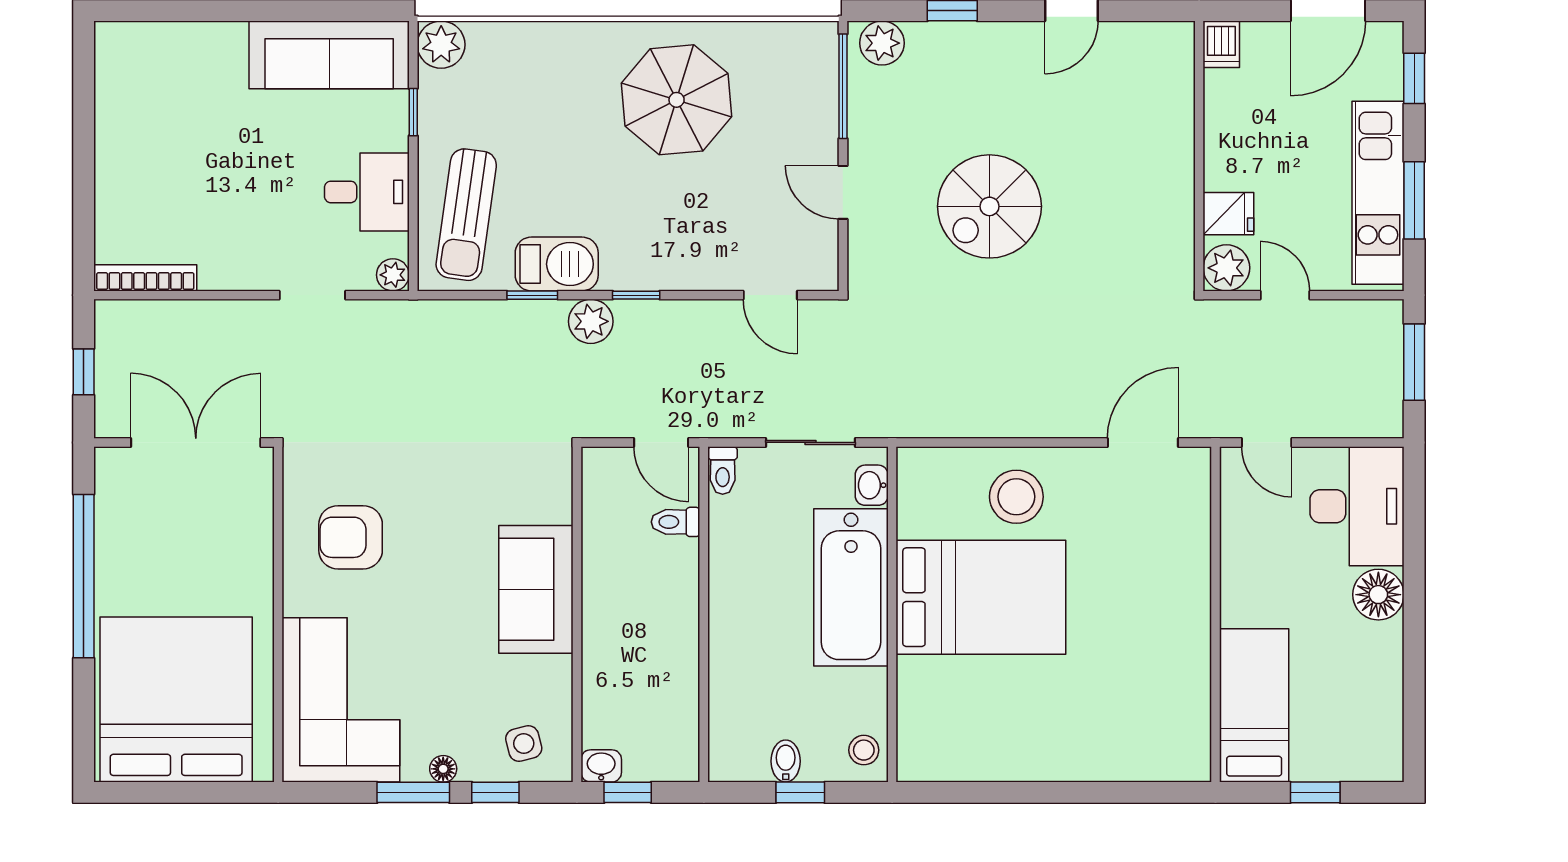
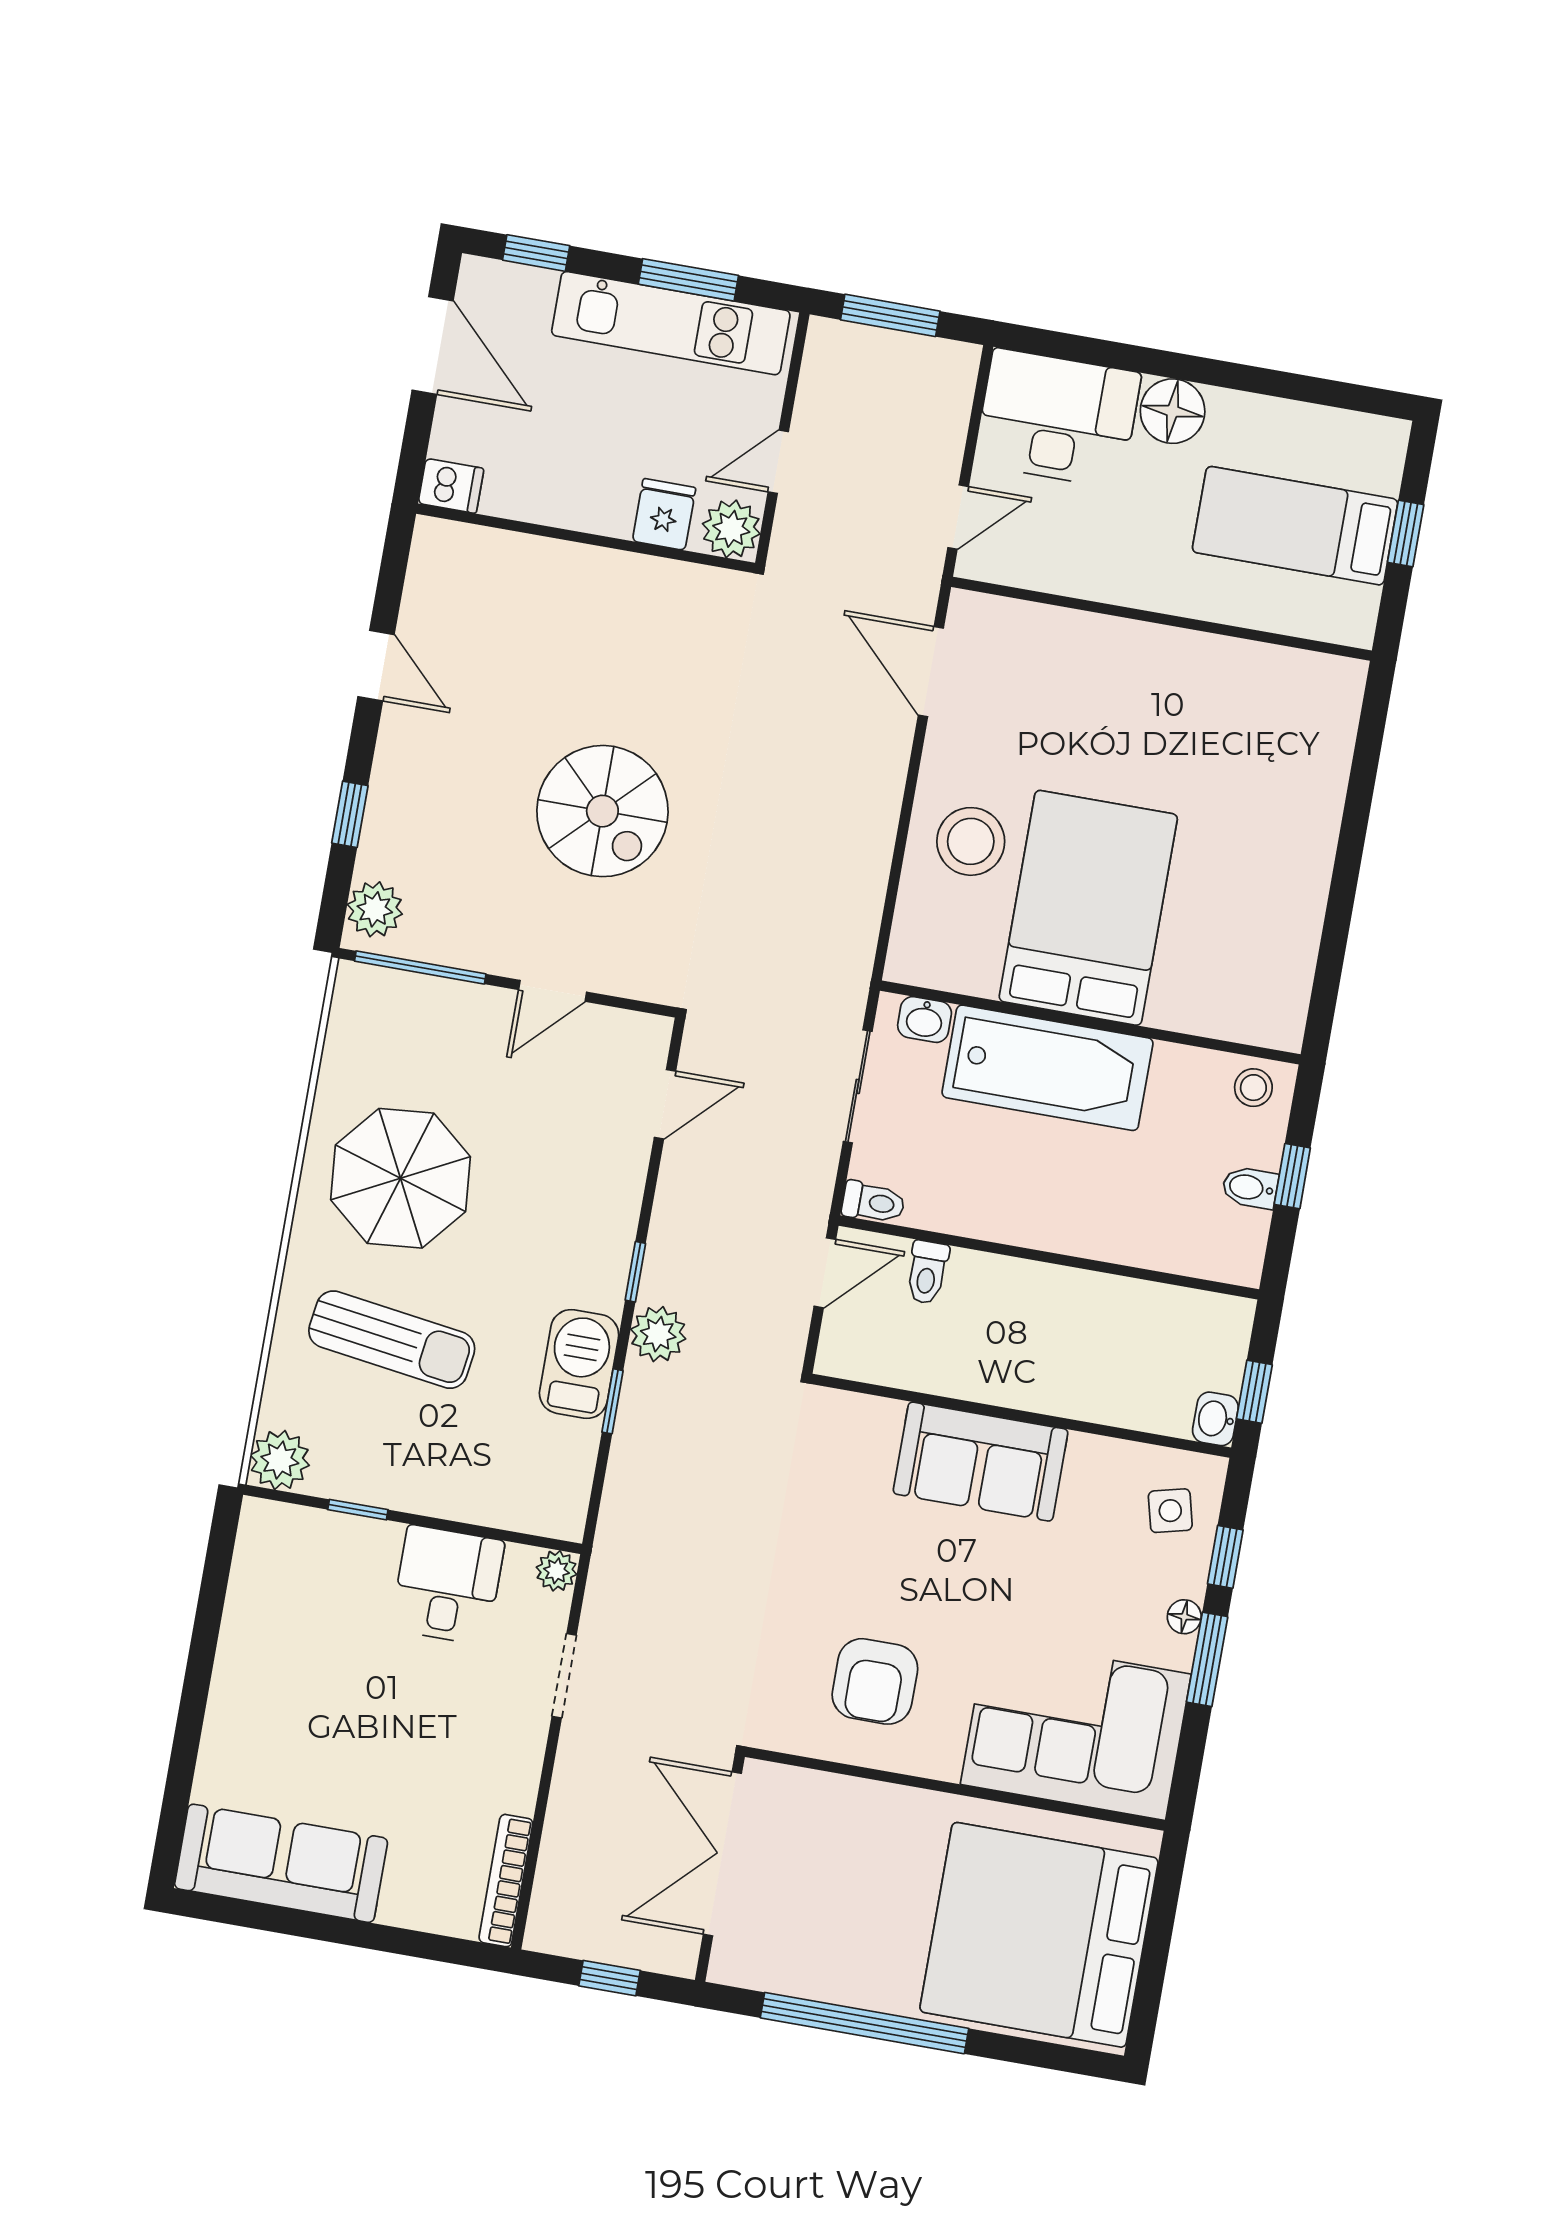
sofa: (329, 55) -> (281, 1863), moved, turned -90
sun lounger: (466, 215) -> (392, 1340), moved
bed: (1254, 705) -> (1295, 526), moved

